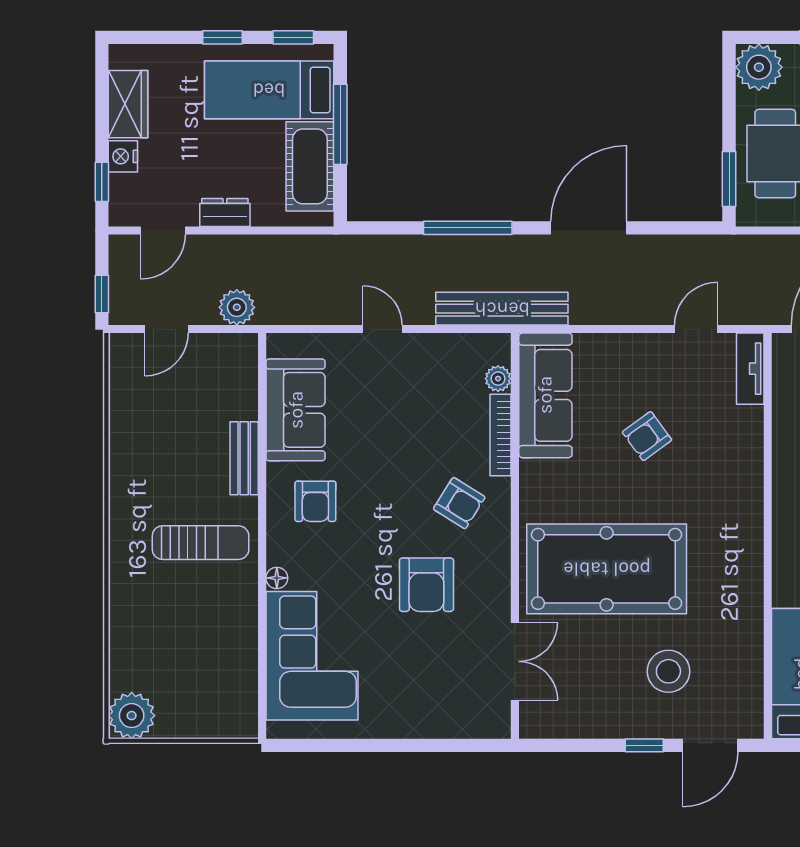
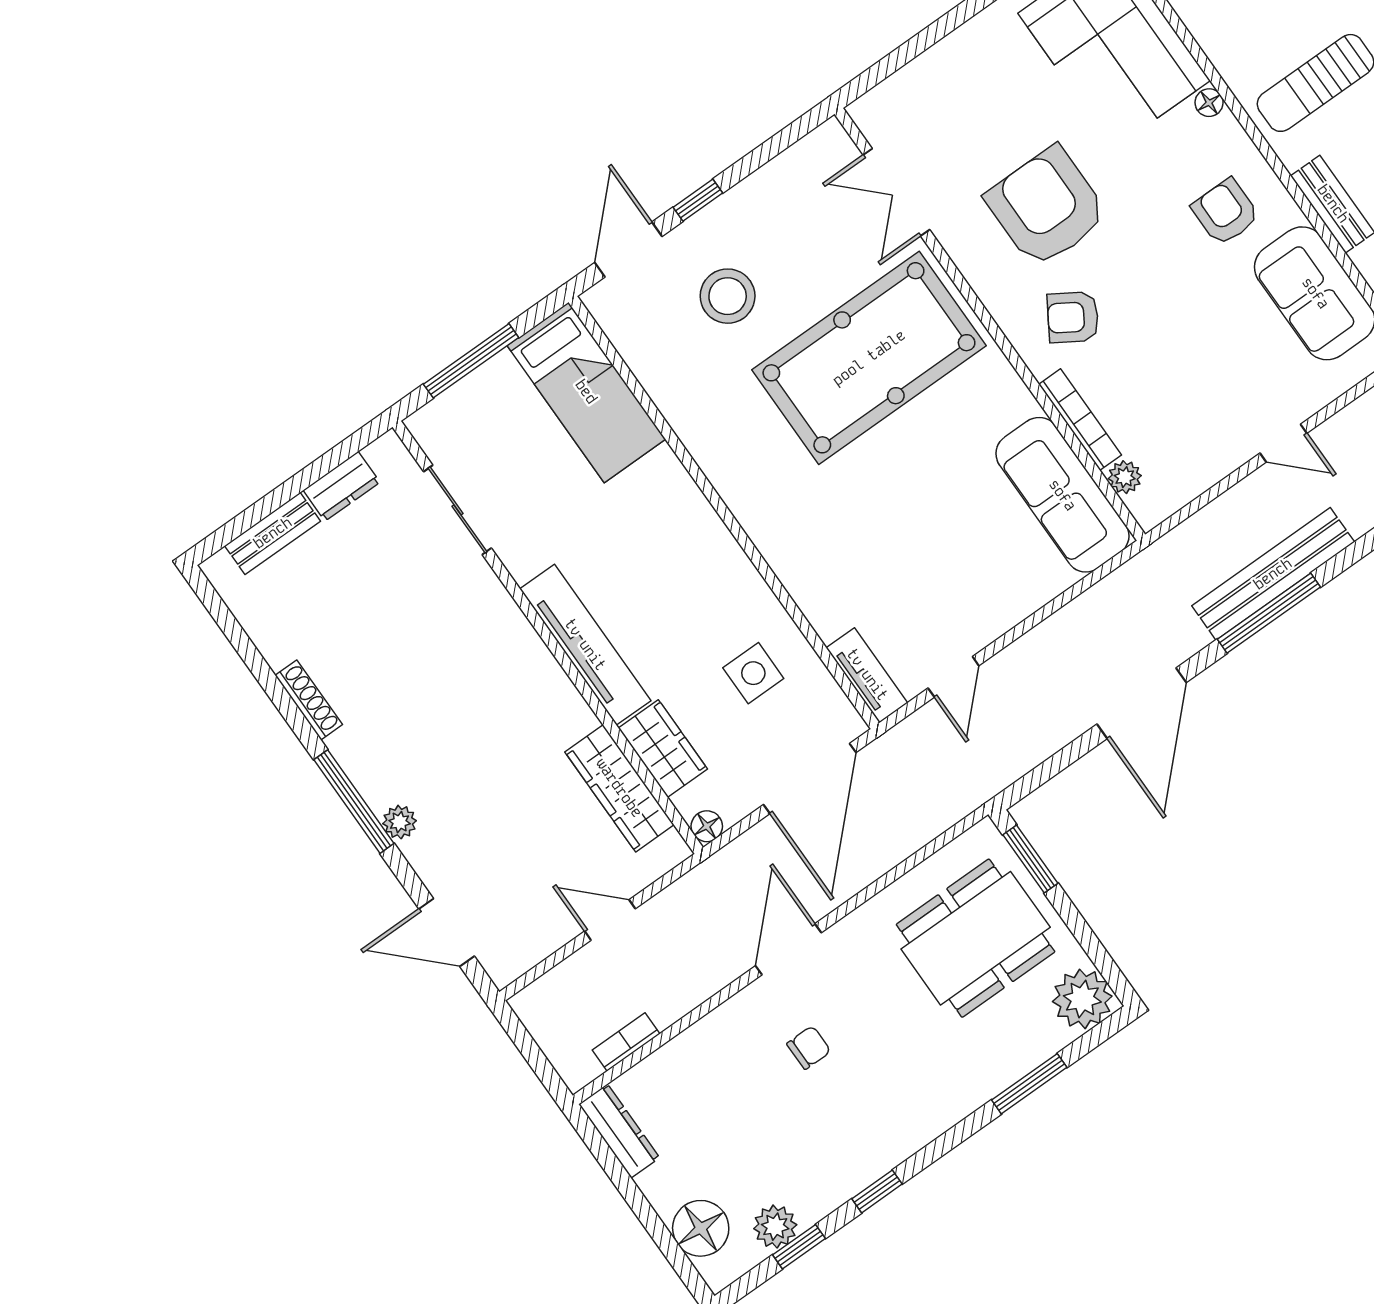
bench: (502, 309) -> (1273, 574), moved
armchair: (647, 436) -> (925, 528), removed
armchair: (426, 585) -> (1047, 207), width x1.36, depth x1.36

